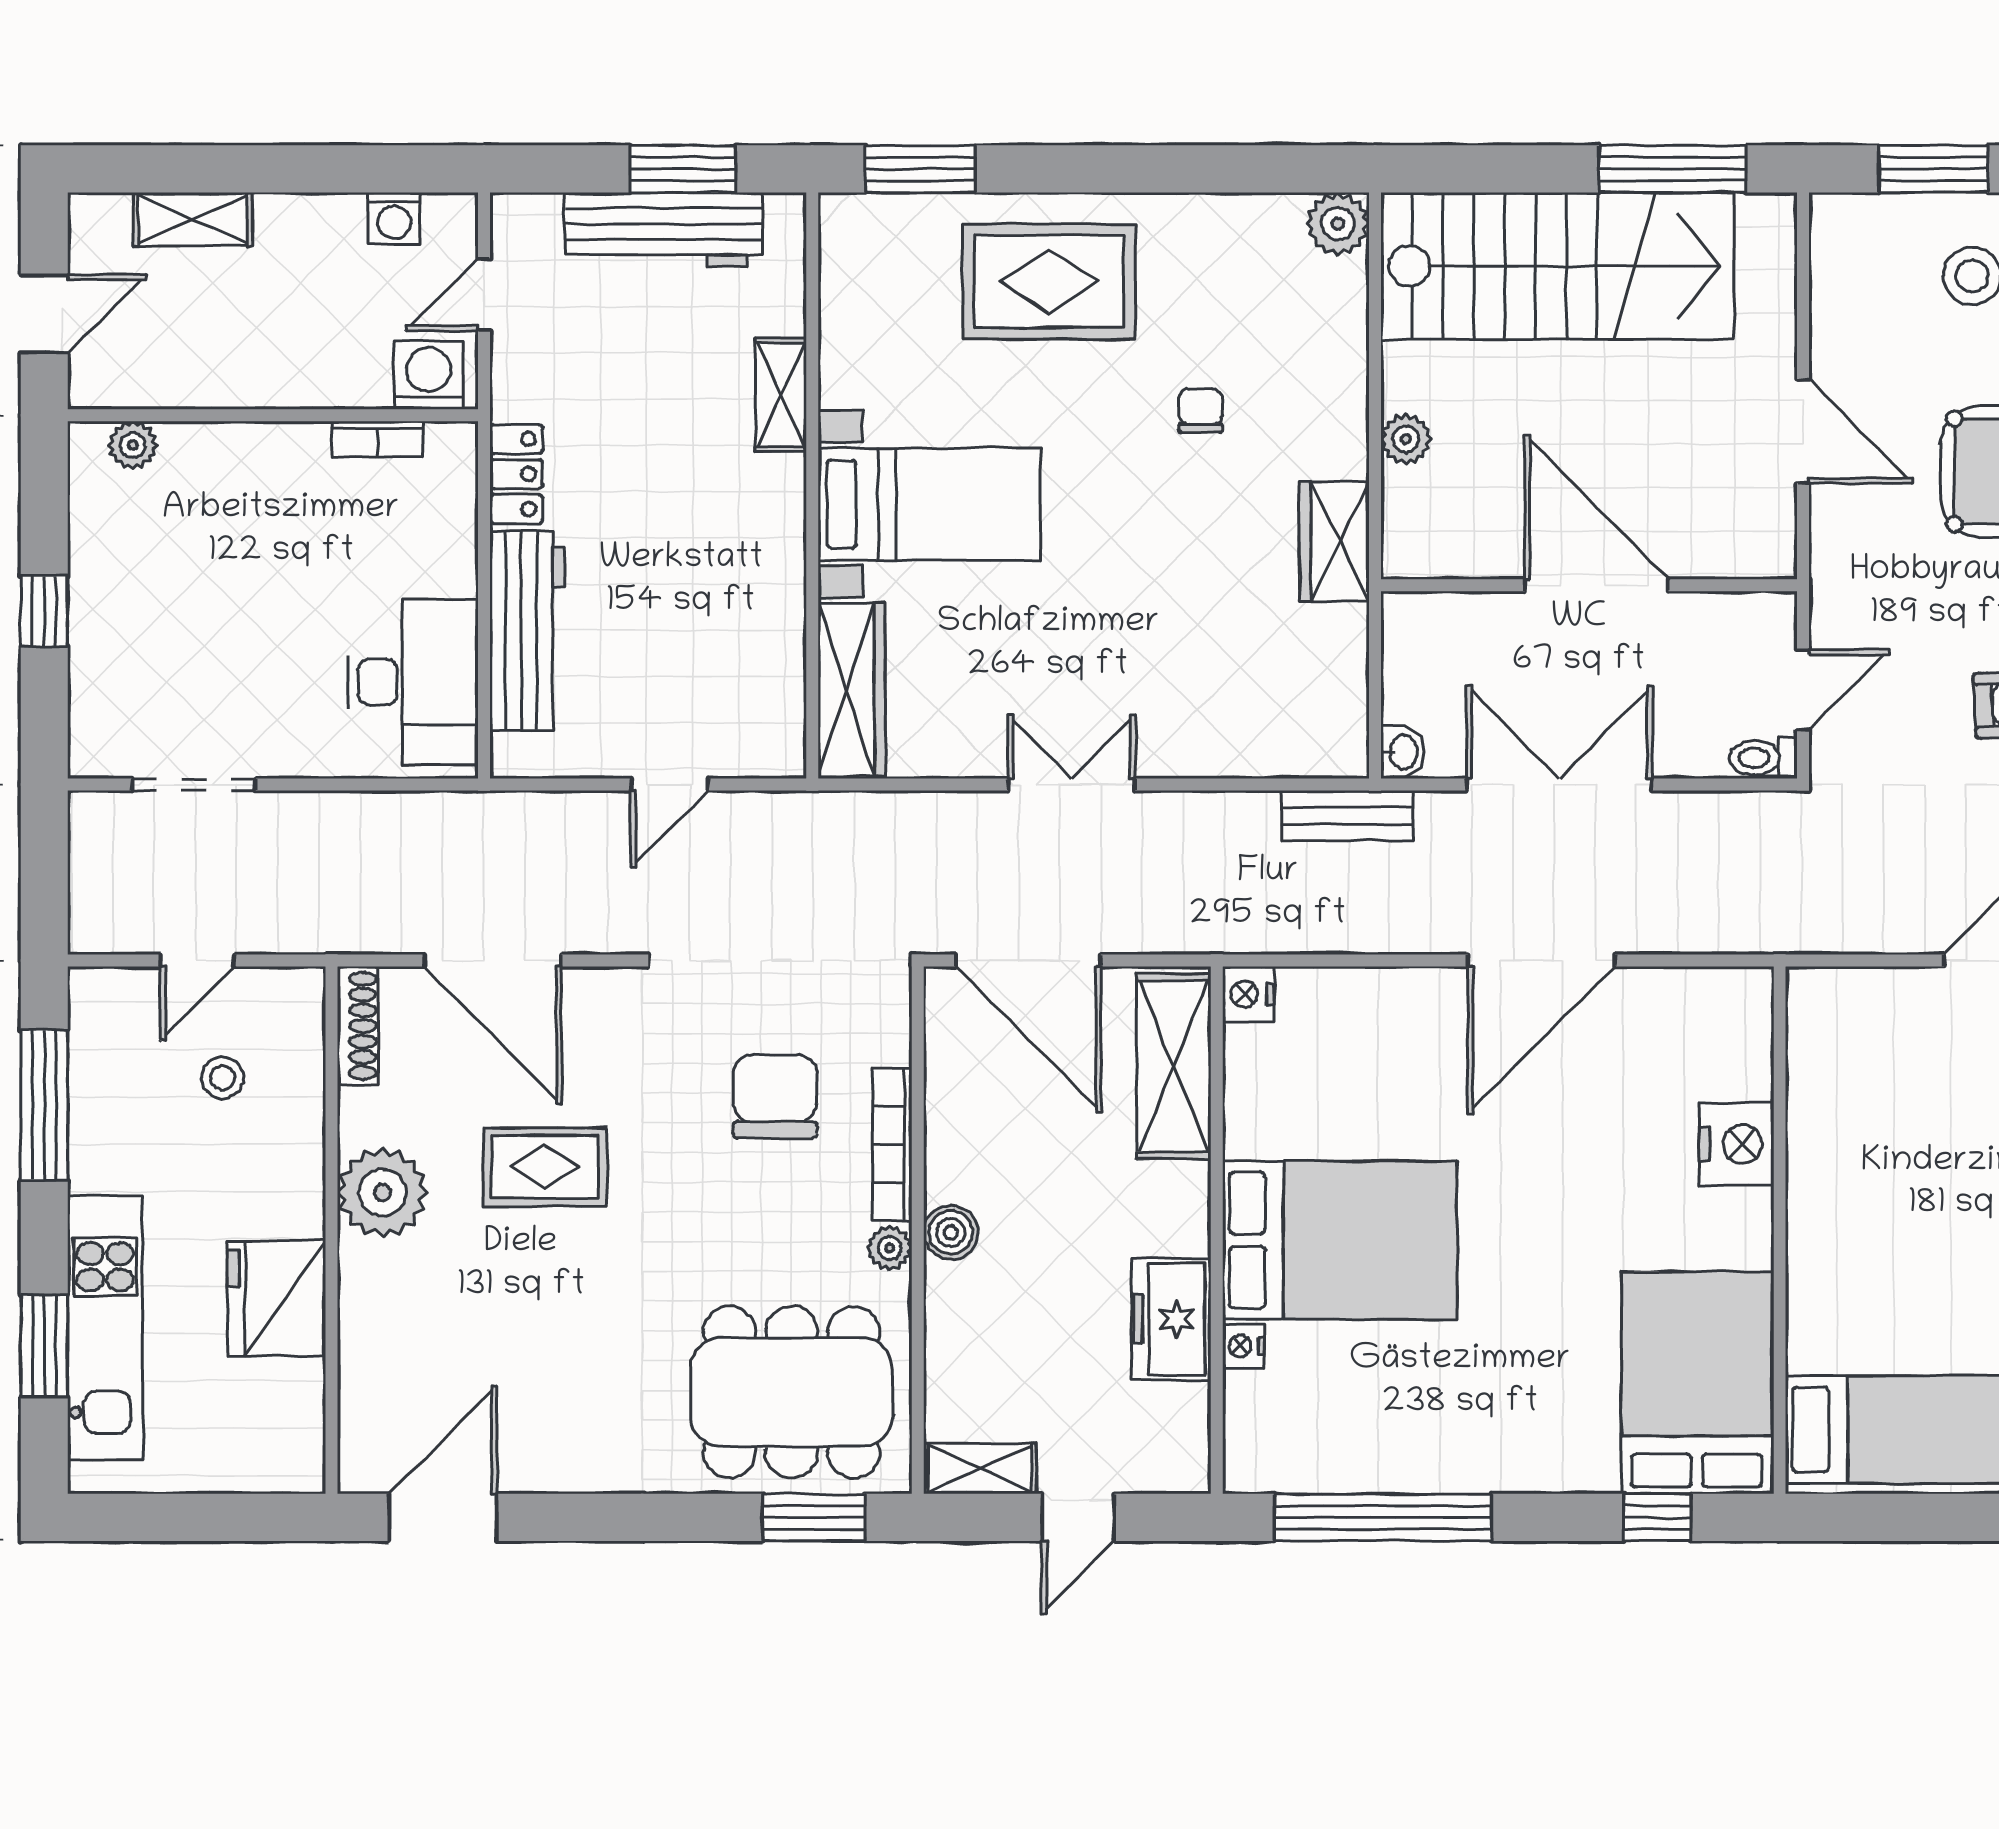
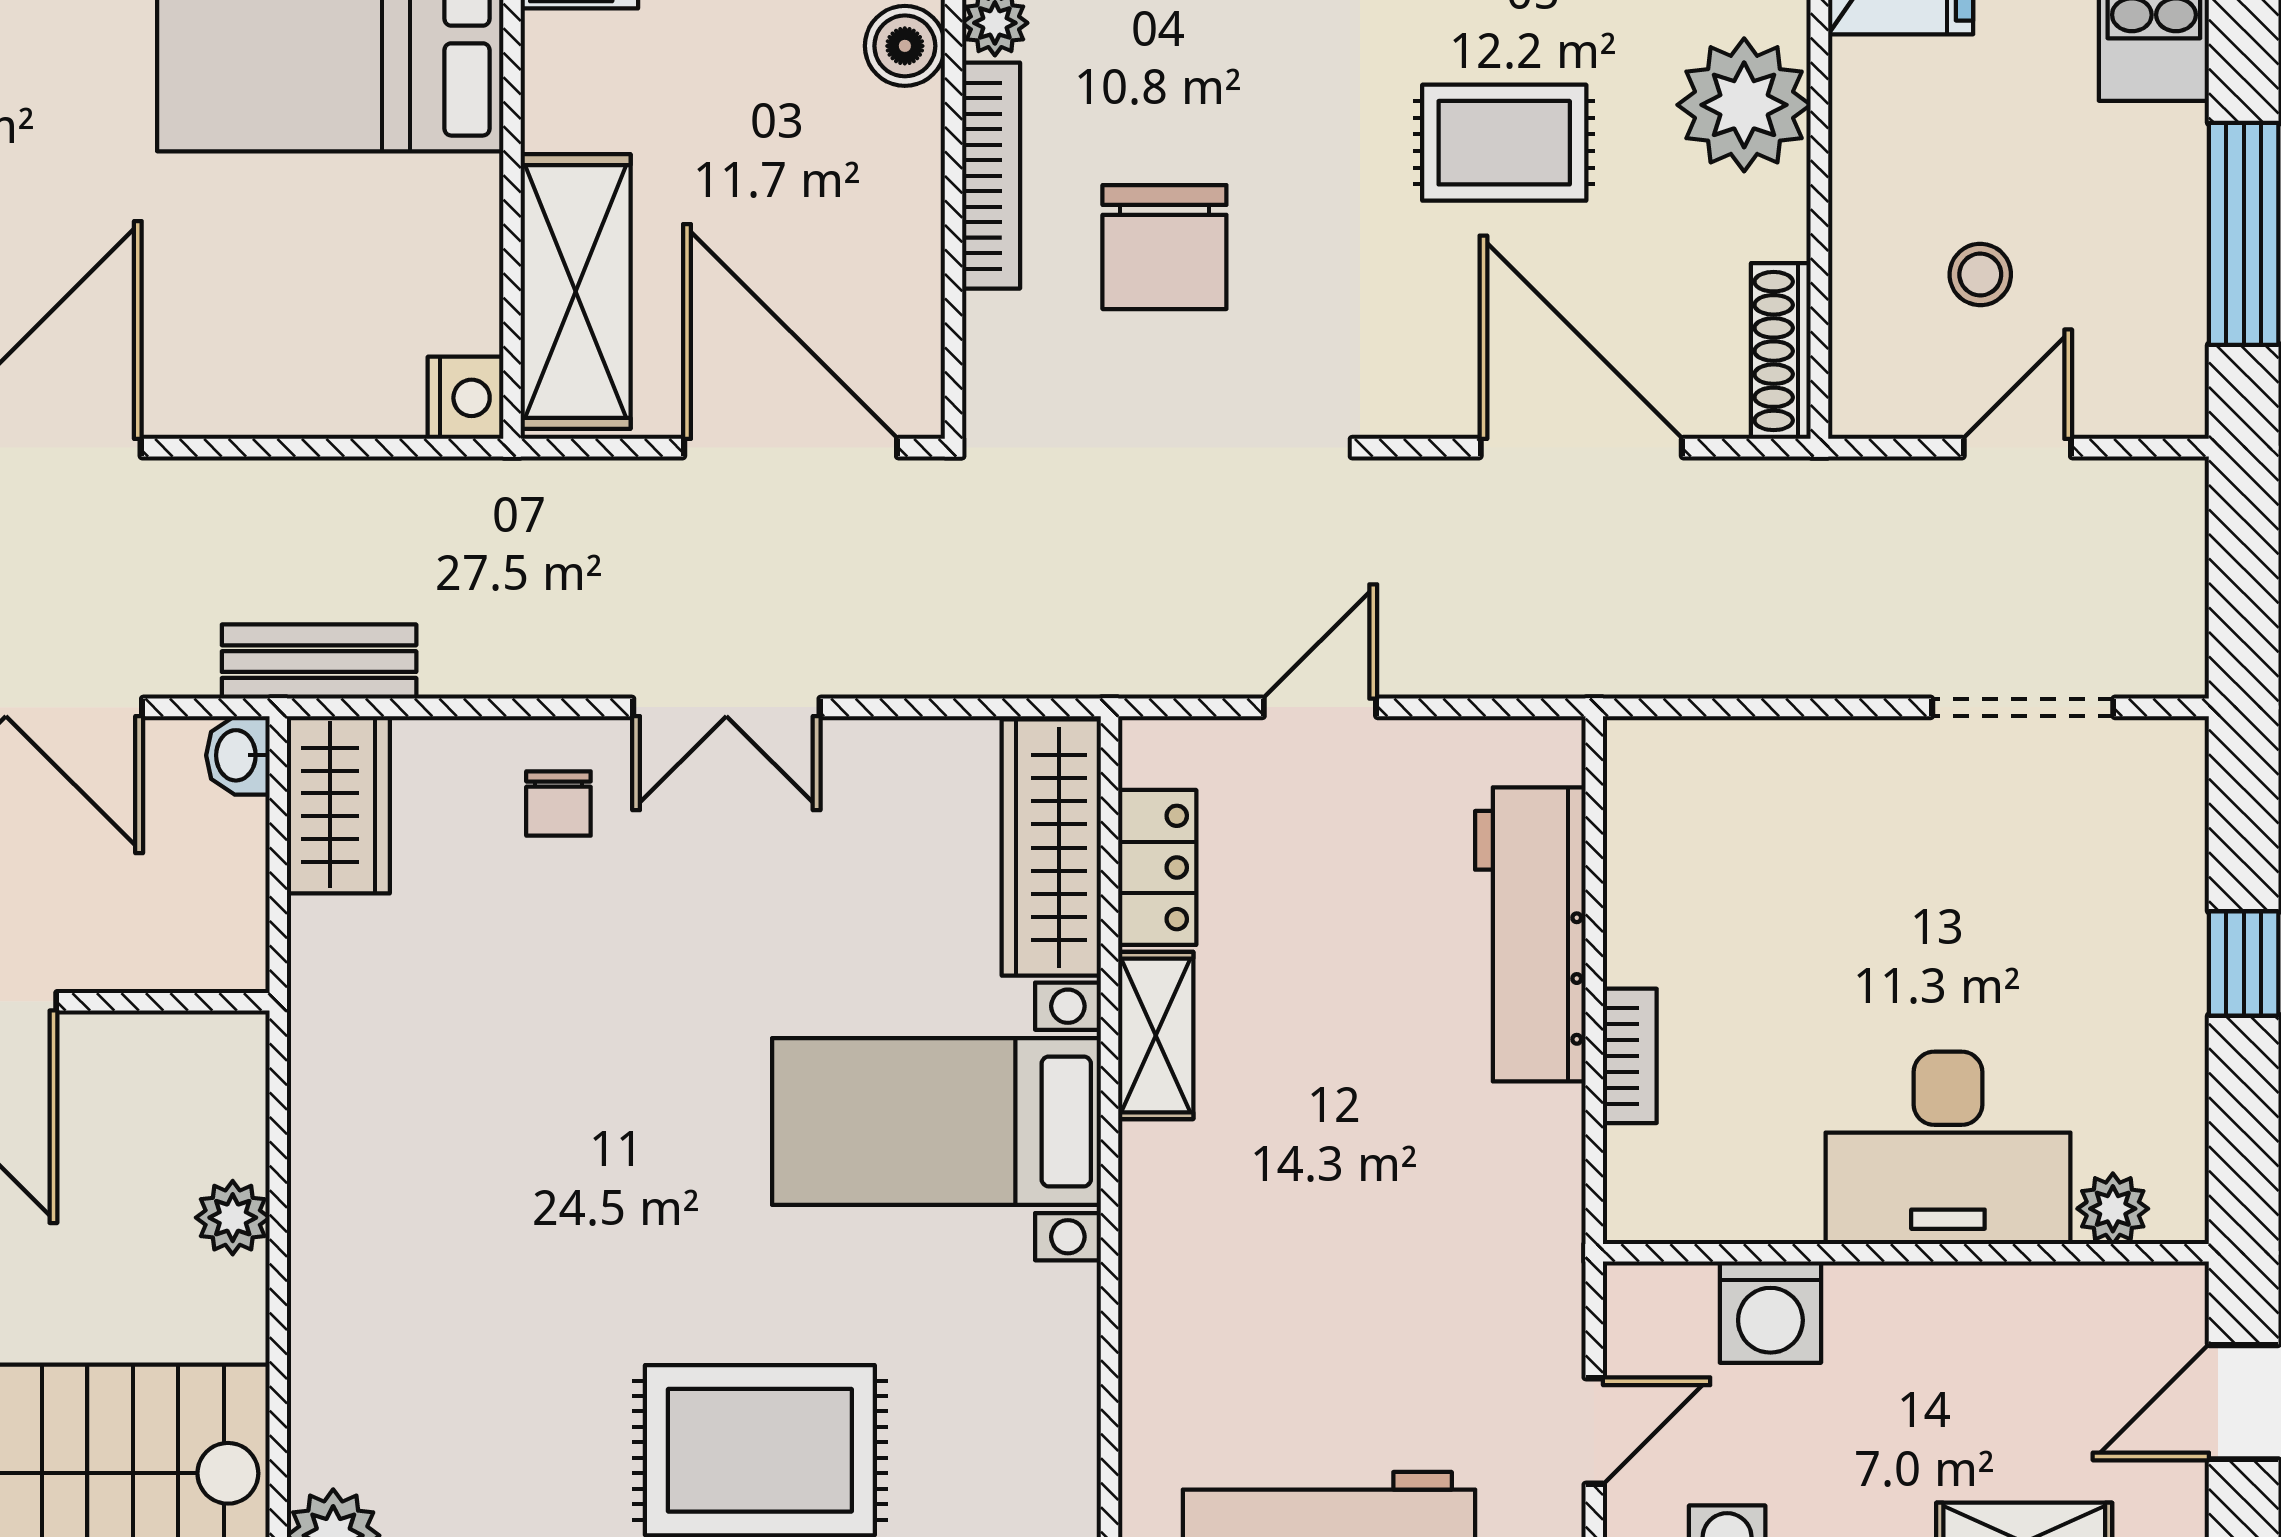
washing machine: (429, 375) -> (1770, 1312), moved
shelving: (781, 395) -> (1156, 1035), moved
chair: (1201, 411) -> (558, 803), moved
bookcase: (378, 439) -> (1630, 1056), moved, turned 90
locker: (516, 474) -> (1157, 867), moved, turned 180
wardrobe: (1334, 542) -> (338, 805), moved
desk: (413, 682) -> (1948, 1148), moved, turned -90

